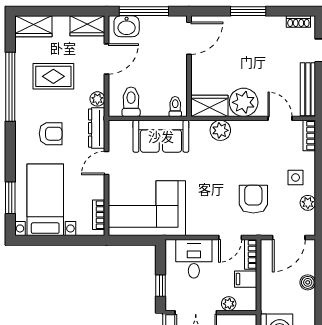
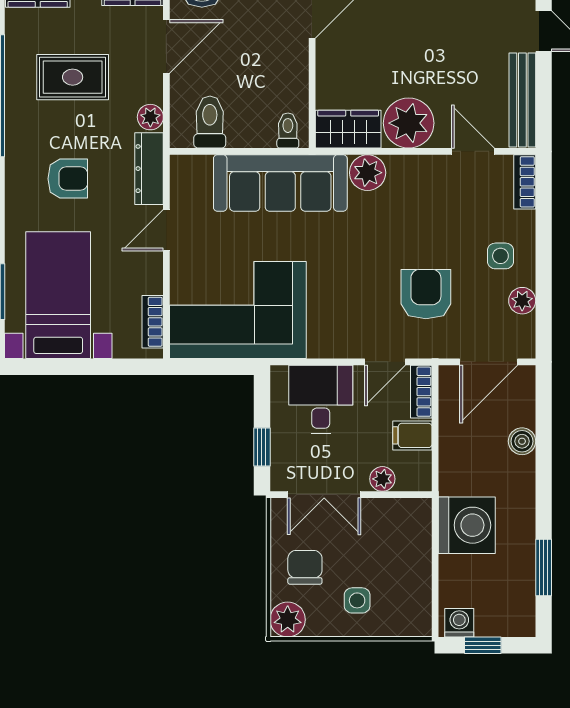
sofa: (161, 136) -> (280, 183), width x1.36

